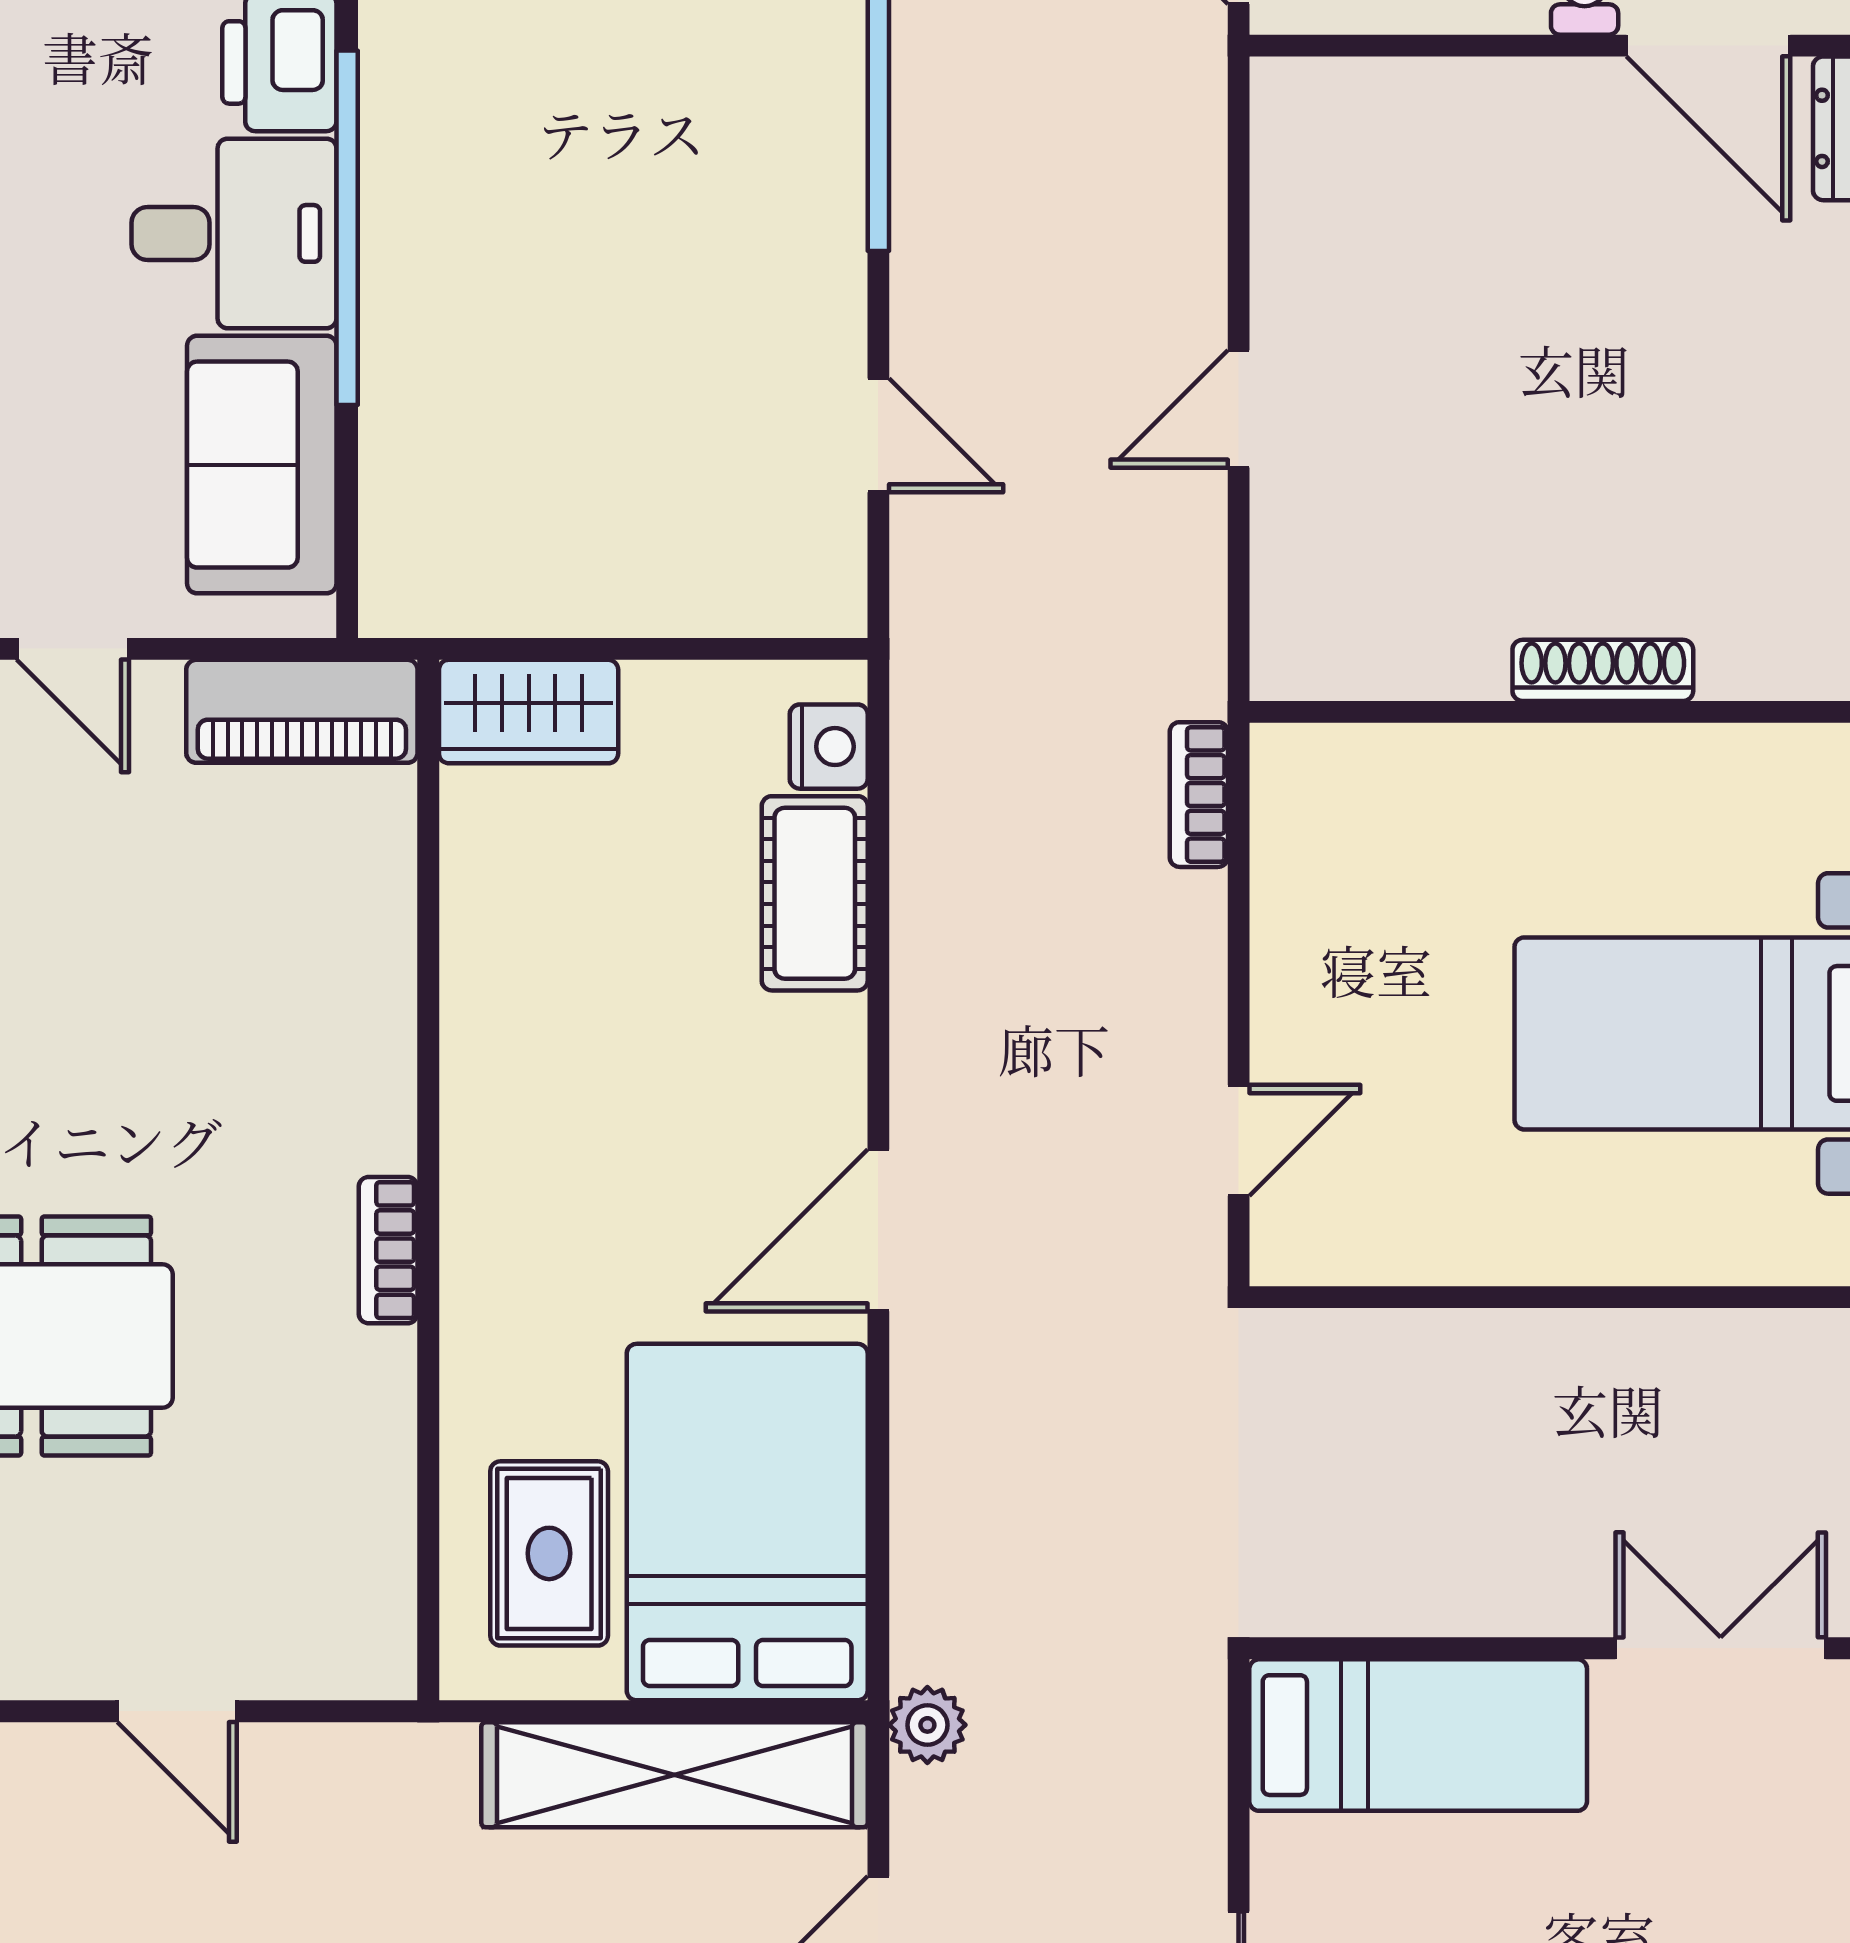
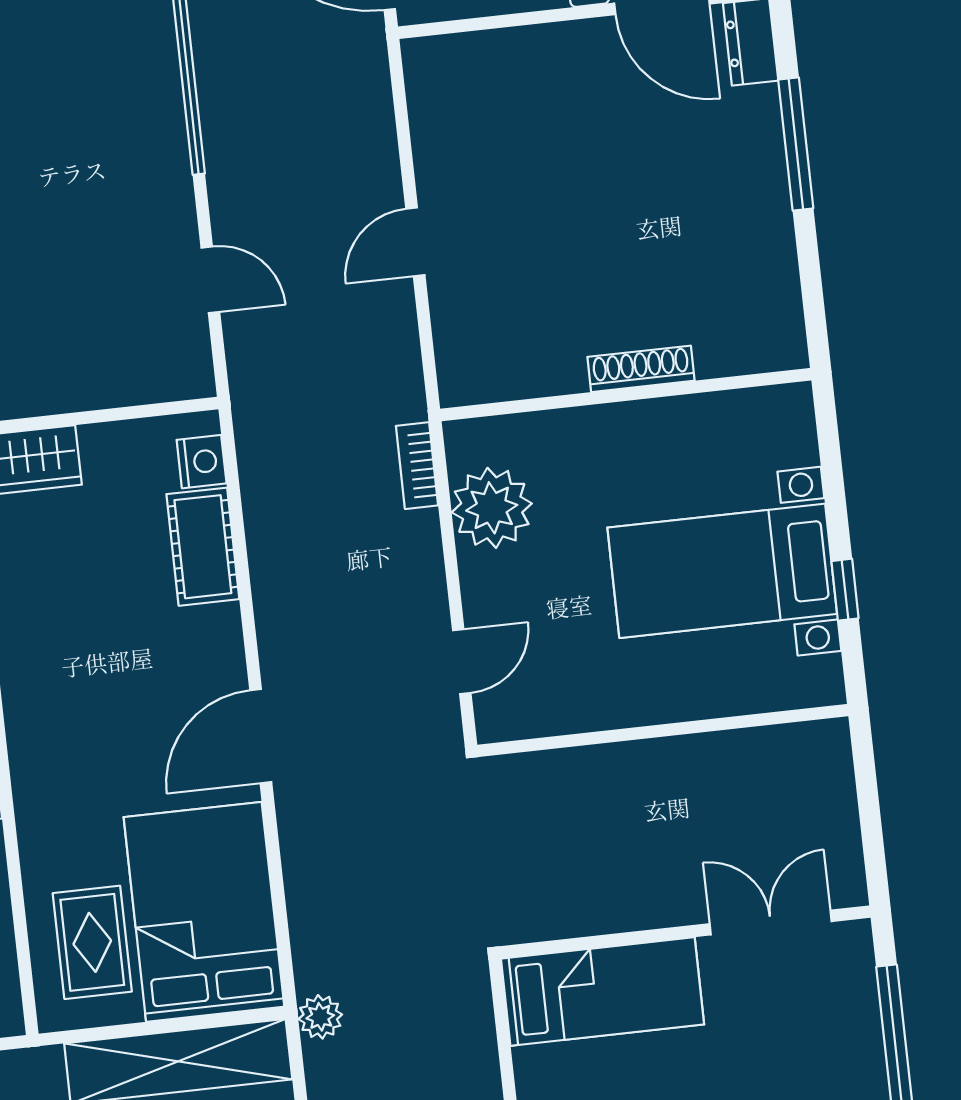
plant: (1319, 881) -> (492, 508), added

